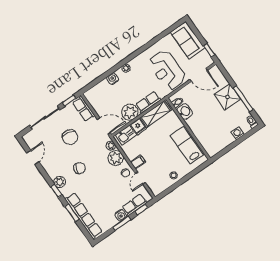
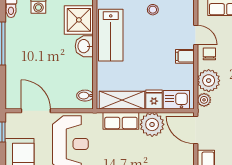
shower: (227, 97) -> (79, 20), moved
washbasin: (185, 112) -> (84, 46), moved
door: (140, 178) -> (196, 35), hinge flipped

